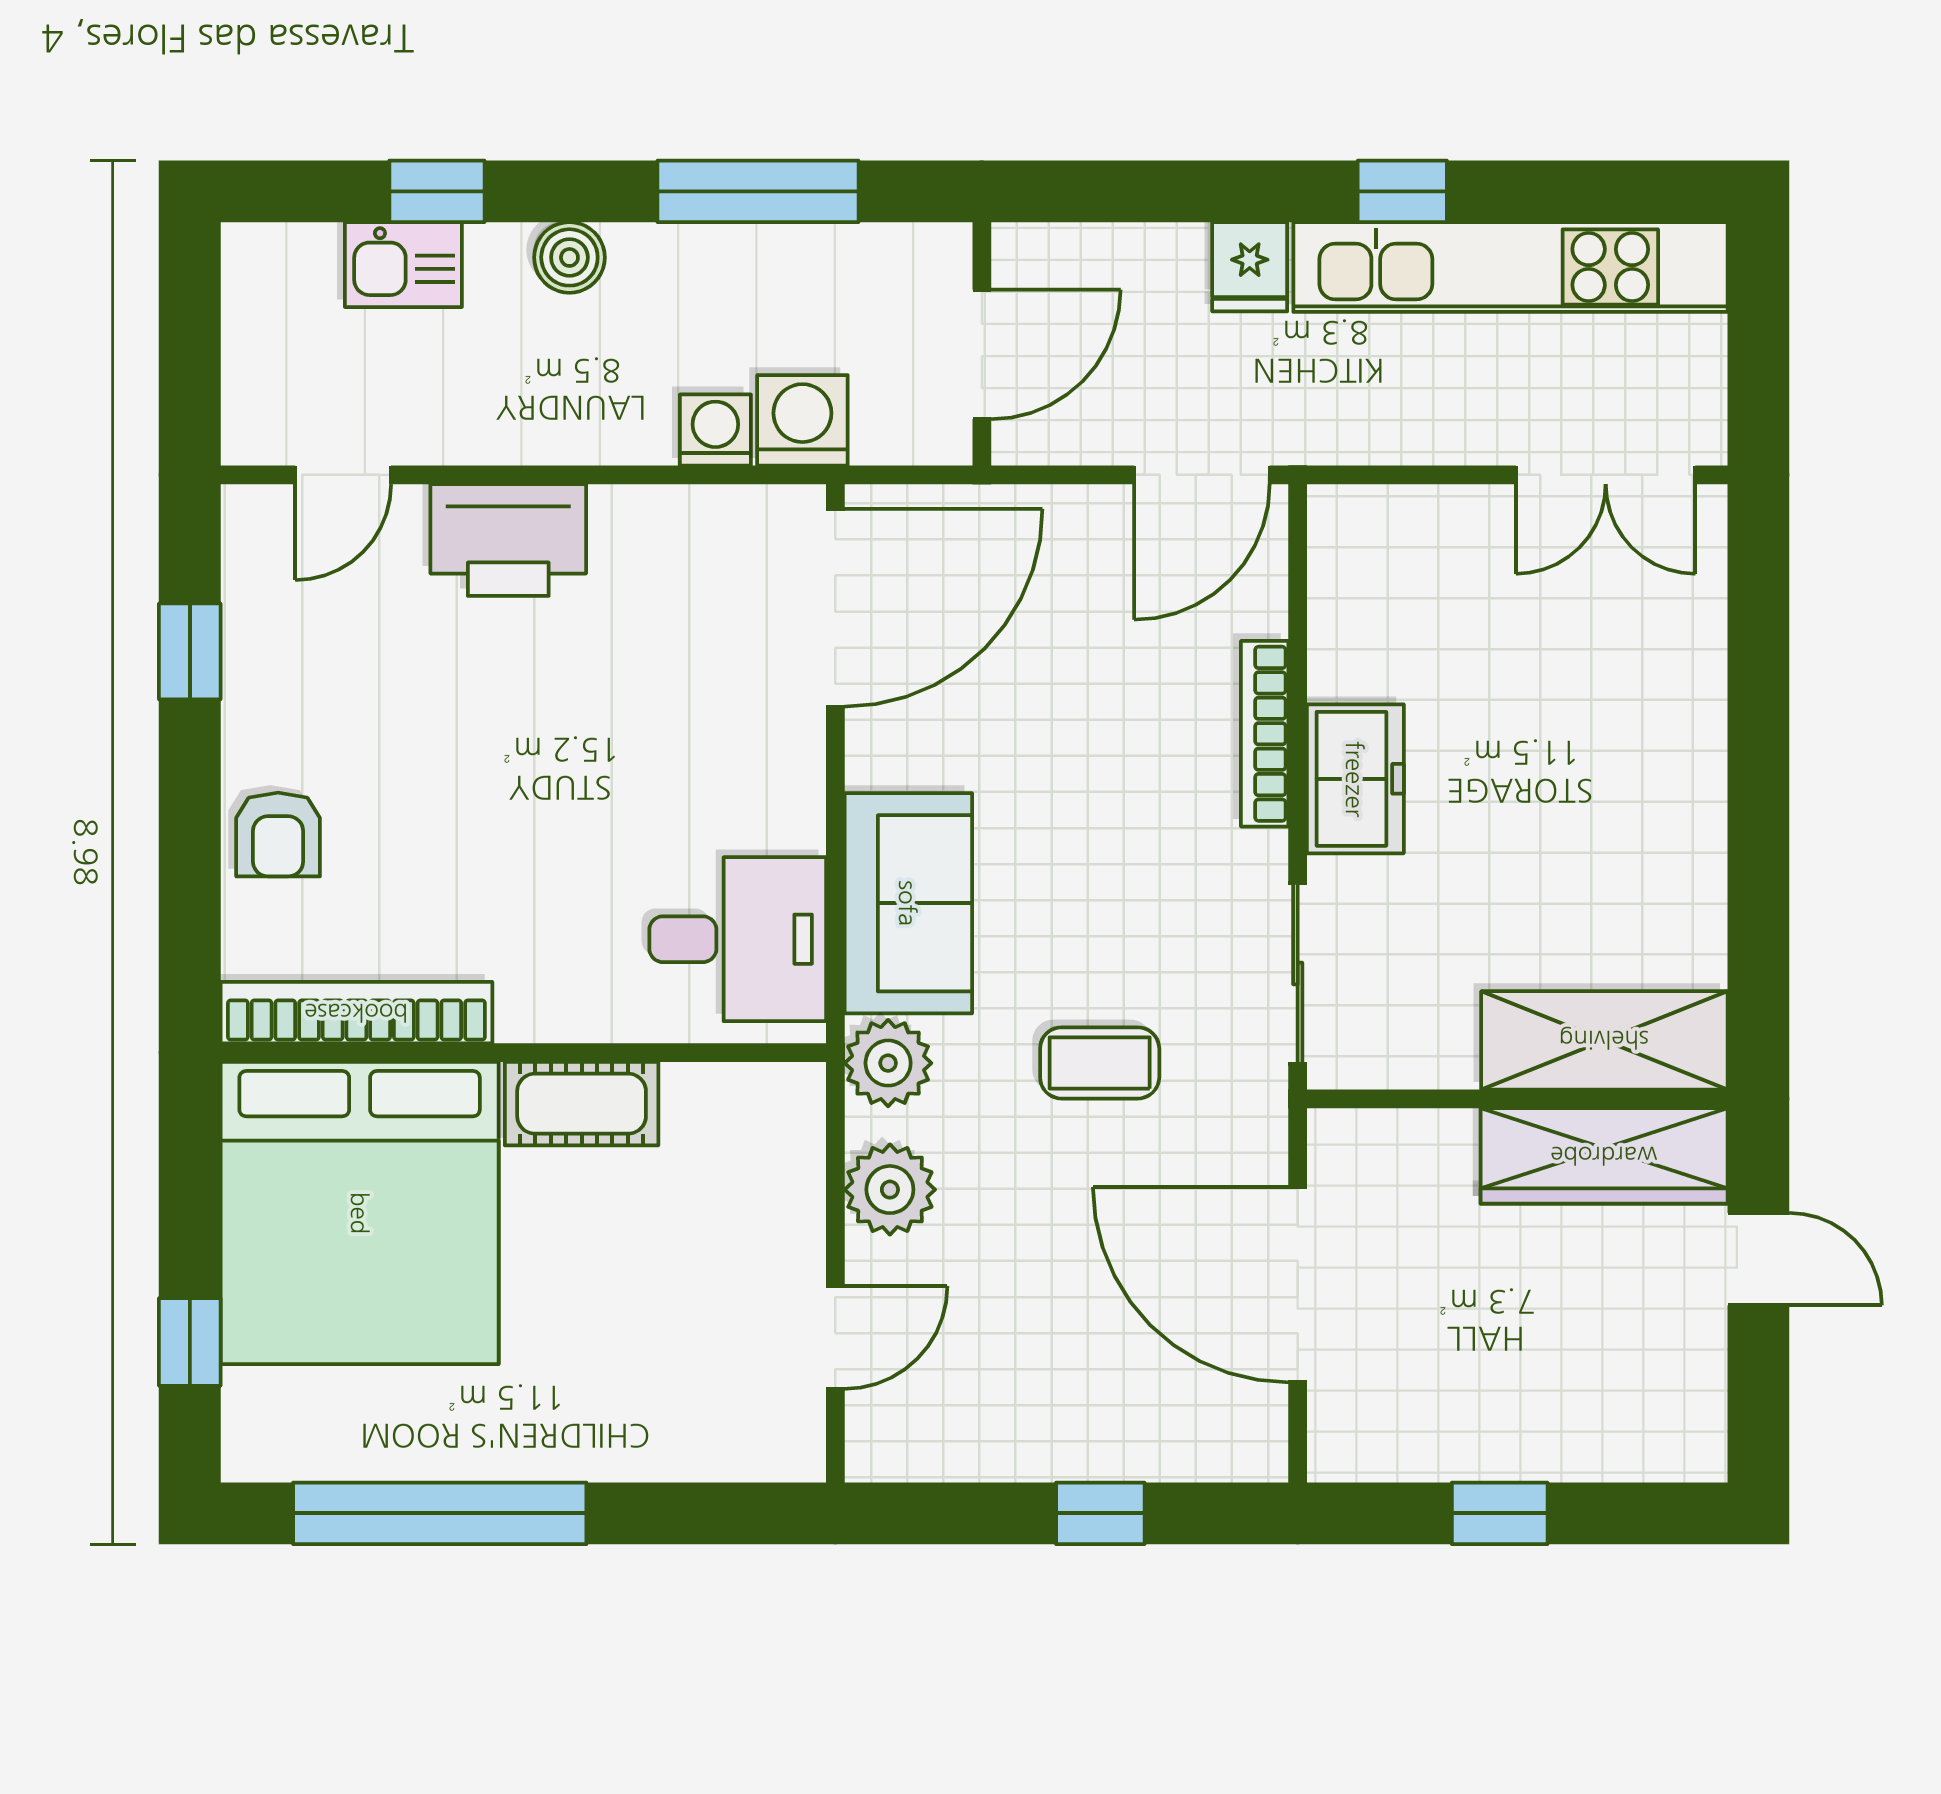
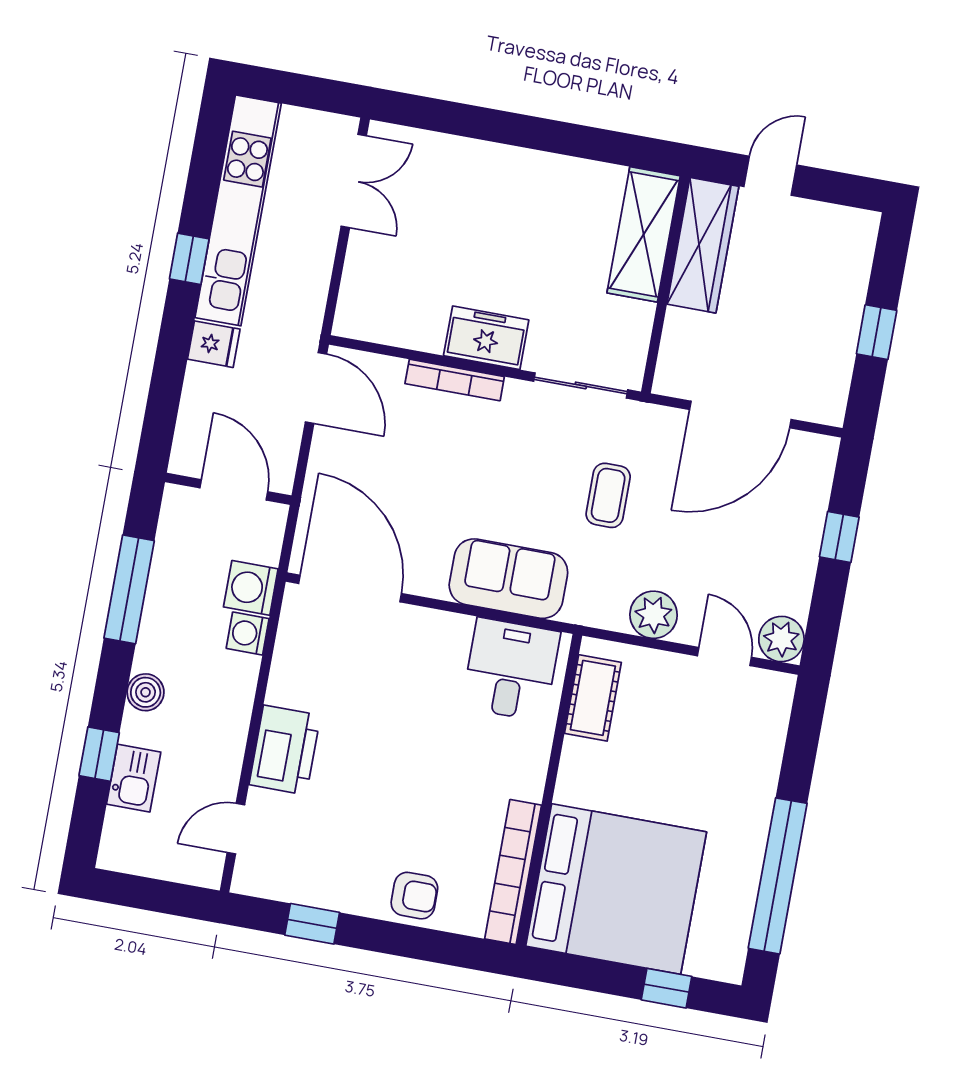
door: (343, 475) -> (236, 829), swing flipped
plant: (888, 1063) -> (781, 639), moved
cot: (582, 1104) -> (593, 698), moved

